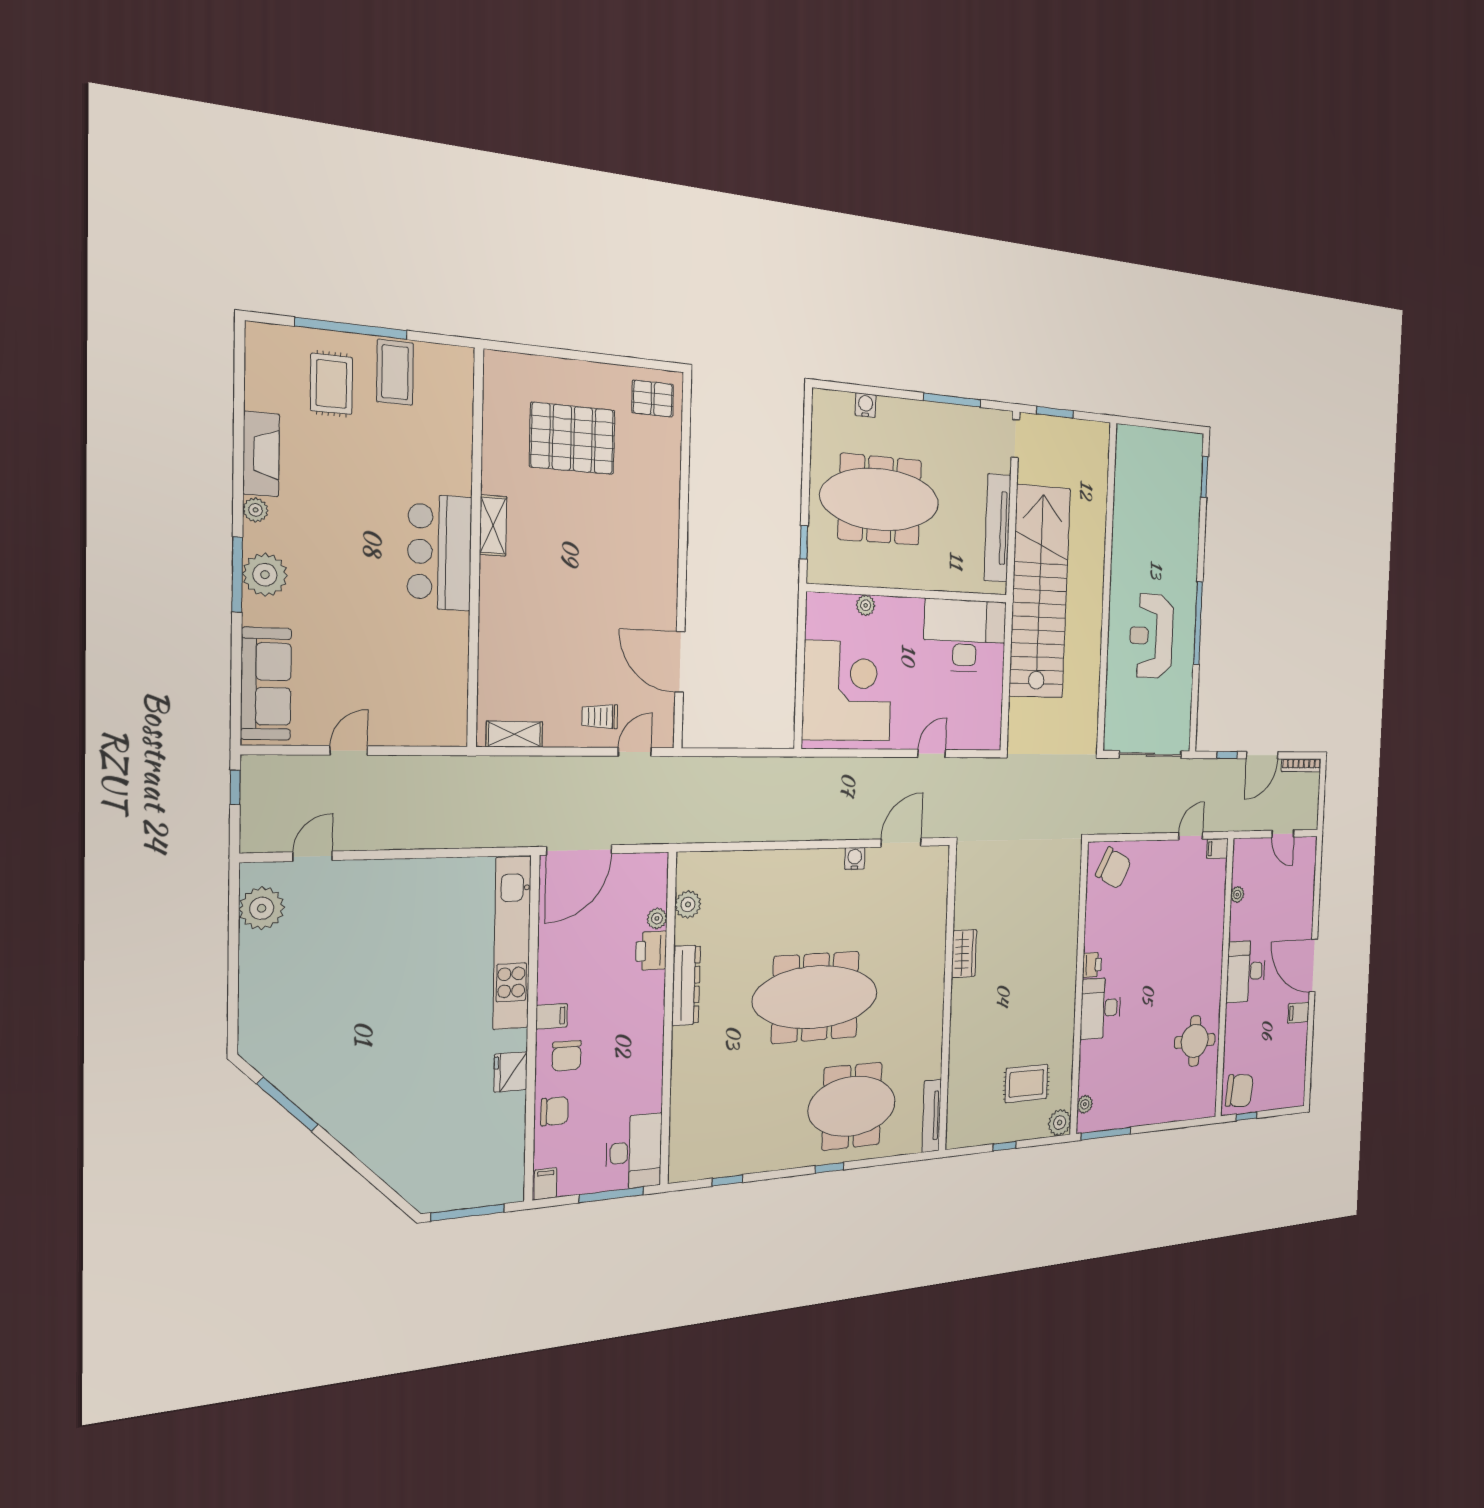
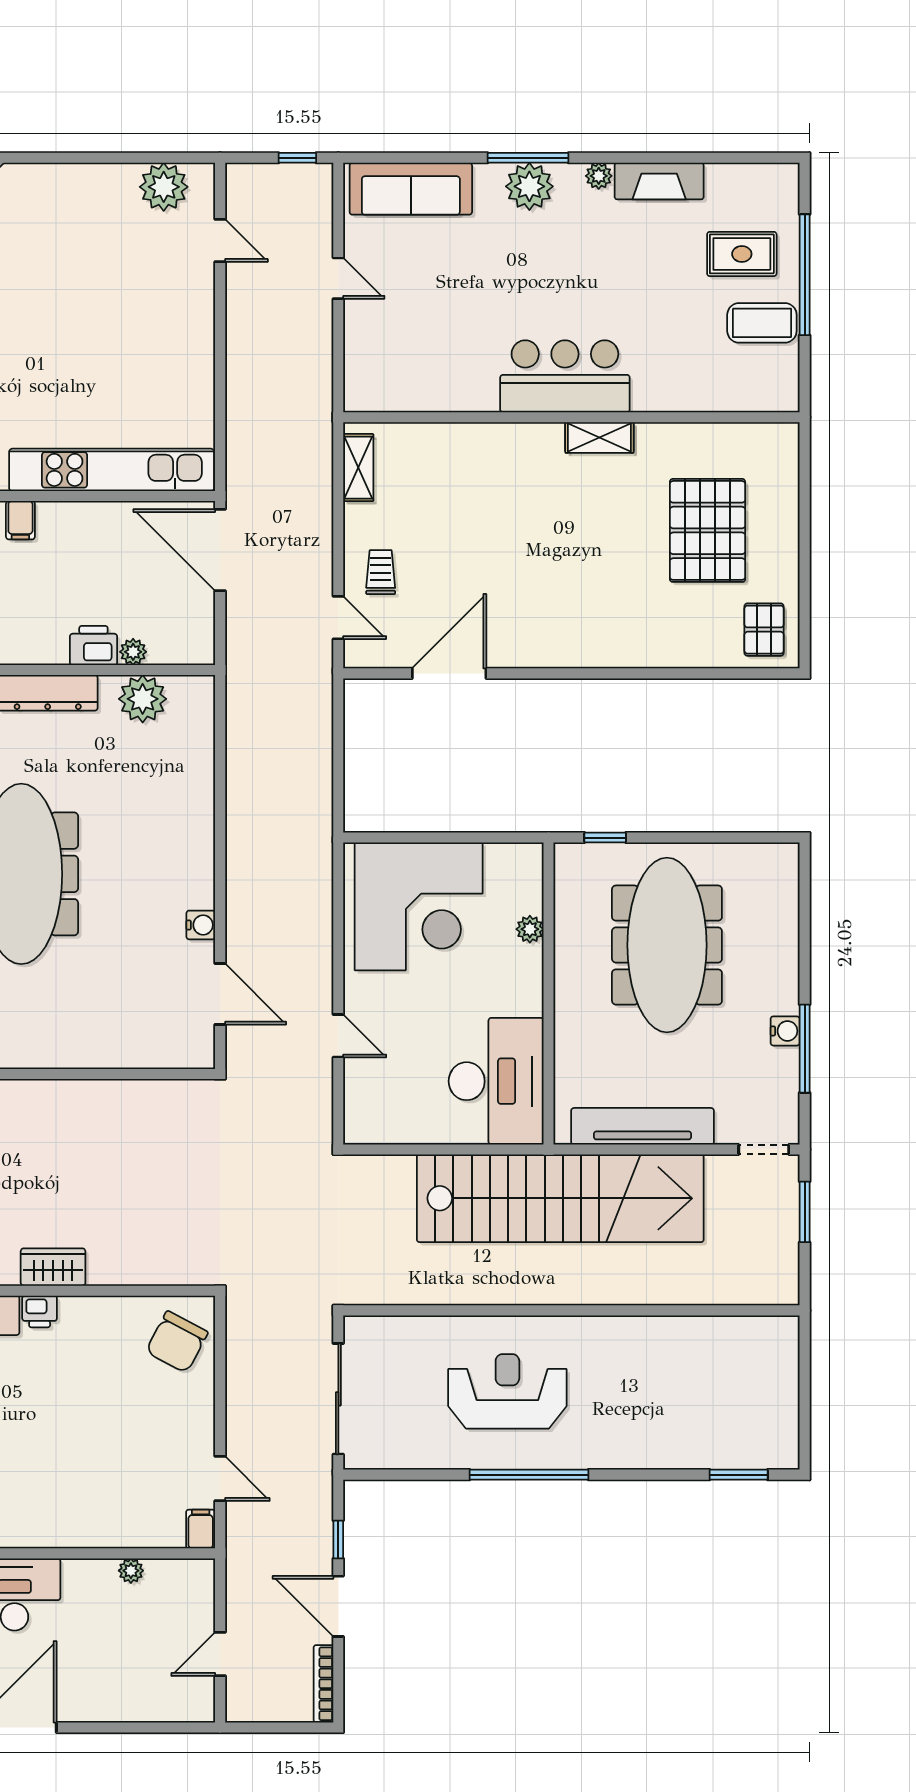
water cooler: (866, 405) -> (785, 1031), moved
plant: (688, 904) -> (143, 699), width x1.36, depth x1.36
wardrobe: (964, 954) -> (53, 1267), moved, turned 180

